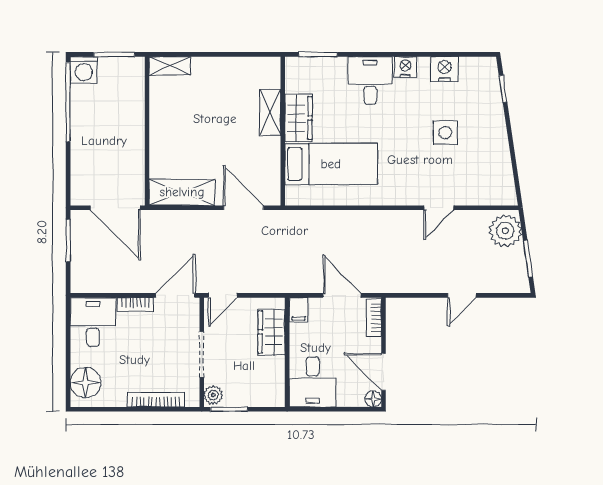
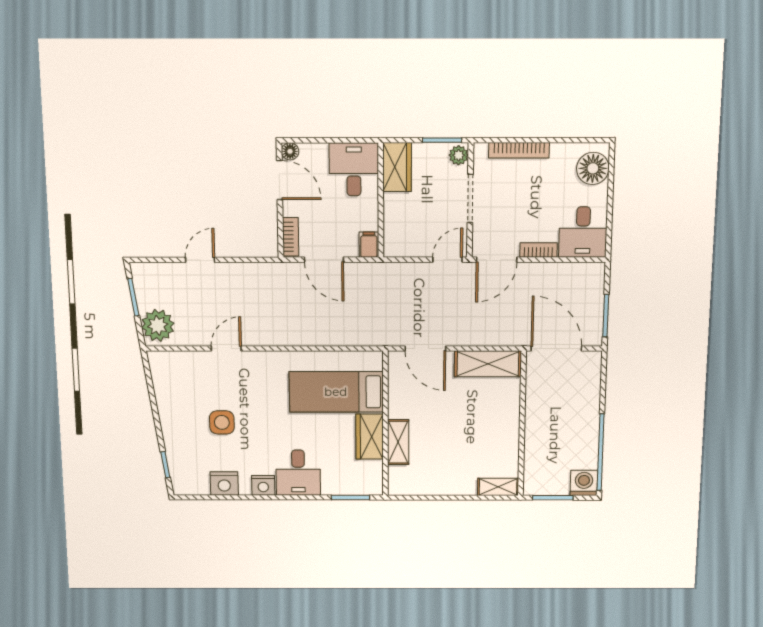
wardrobe: (272, 332) -> (397, 167), moved

